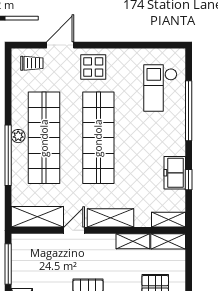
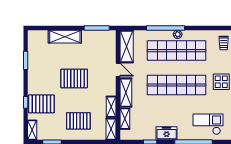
freezer: (175, 173) -> (167, 133), moved
shelving: (169, 220) -> (125, 119), moved

